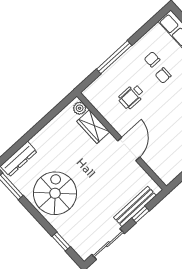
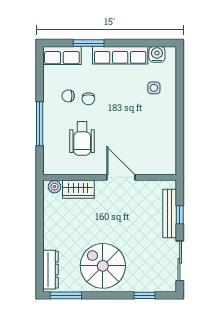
wheelchair: (131, 97) -> (82, 138), width x1.36, depth x1.37

